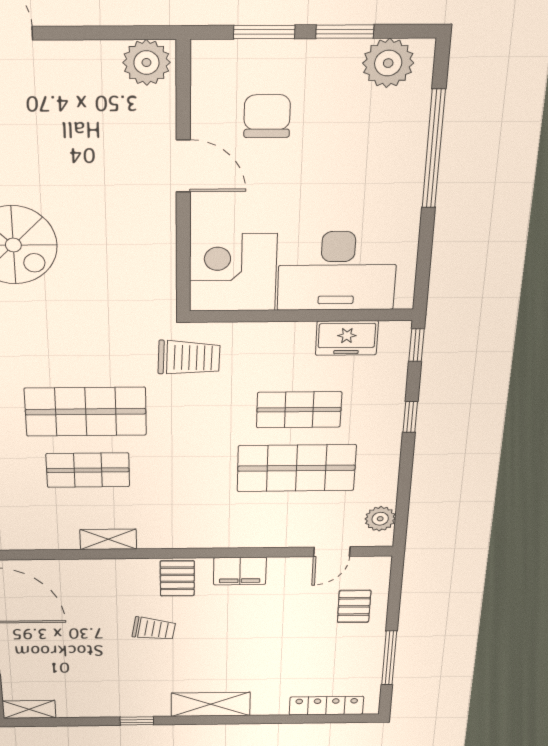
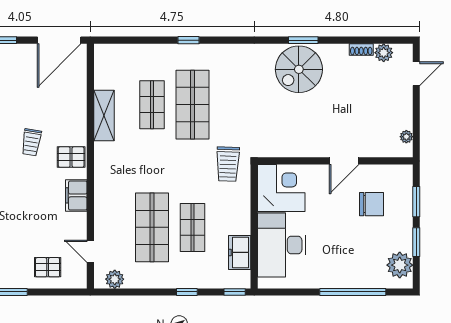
plant: (146, 63) -> (406, 137), width x0.53, depth x0.53
shelving: (108, 539) -> (104, 115), width x1.50, depth x1.33

